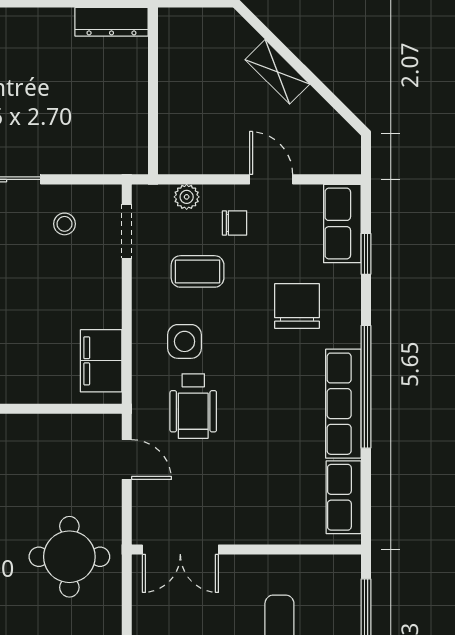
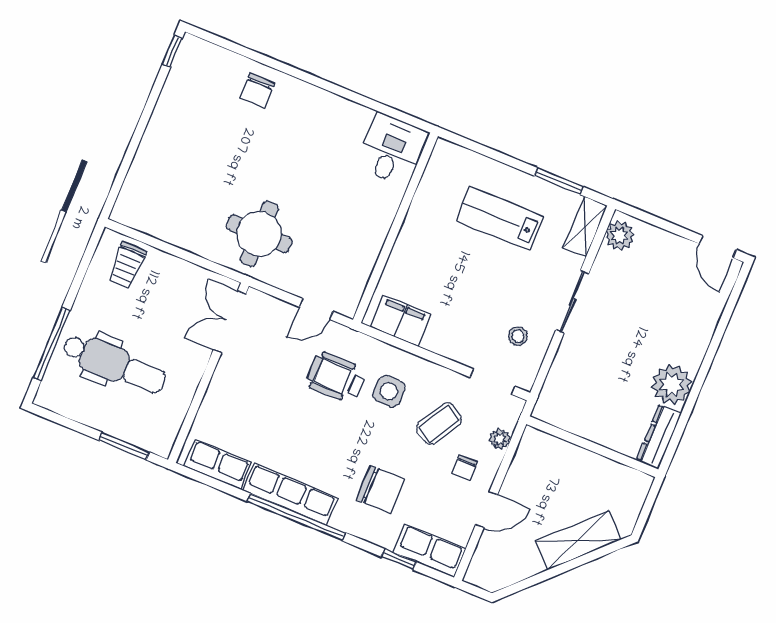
plant: (48, 32) -> (672, 384), added
shelving: (277, 72) -> (578, 540), width x1.50, depth x1.33
coffee table: (198, 271) -> (439, 424), turned 31

